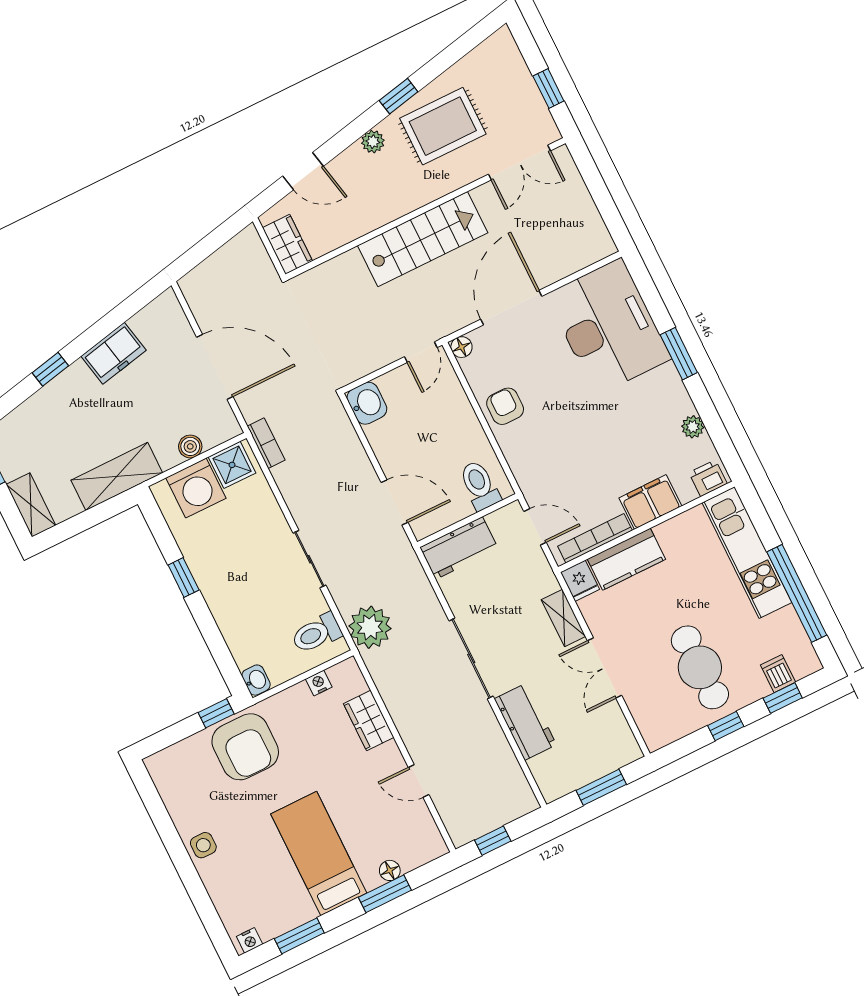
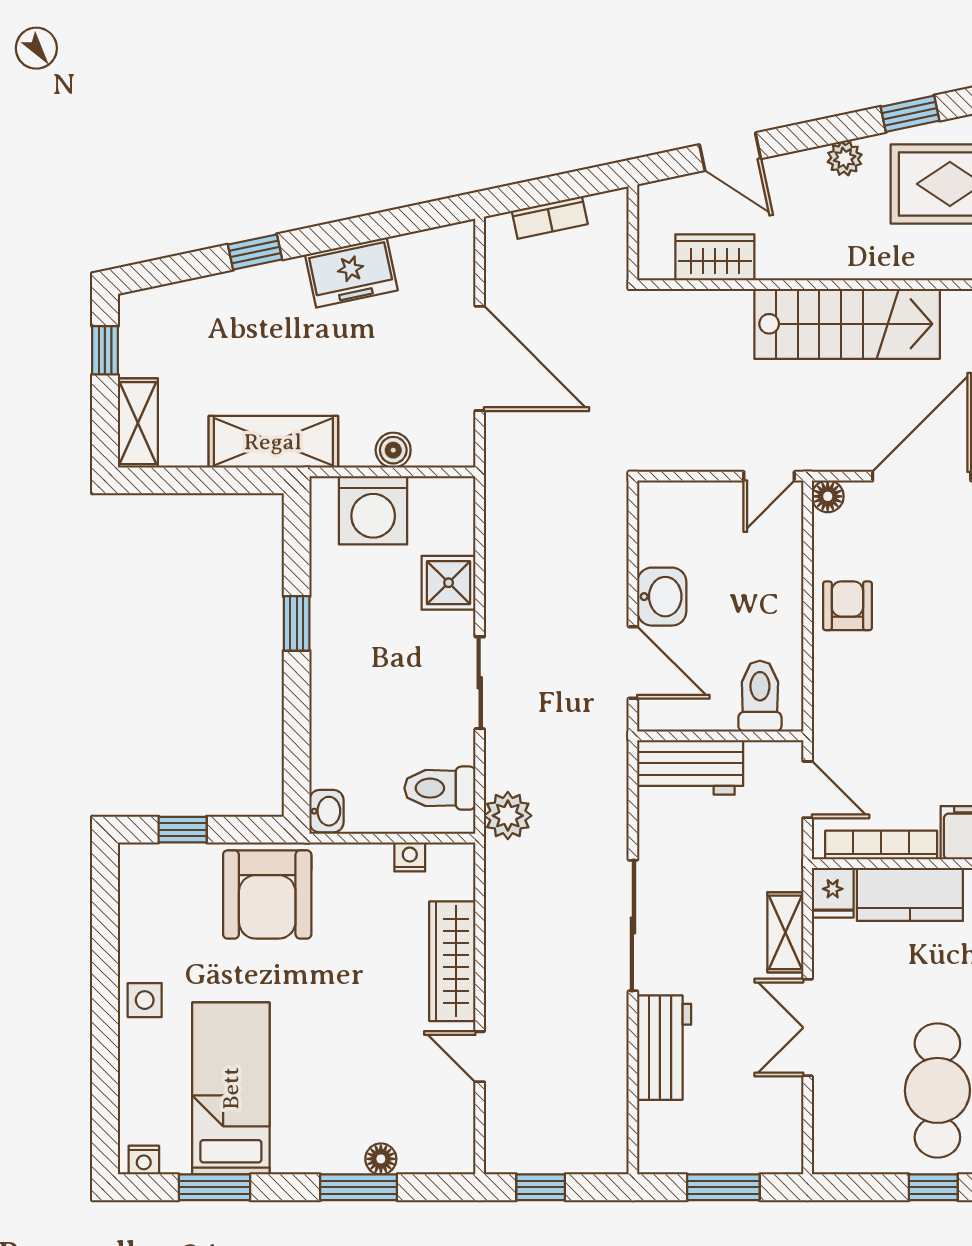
wardrobe: (287, 244) -> (715, 257), moved, turned -90
washbasin: (367, 403) -> (662, 597), moved
bookcase: (266, 443) -> (550, 217), moved, turned 78
shower: (232, 465) -> (449, 583), moved
plant: (370, 627) -> (508, 816), width x0.73, depth x0.73
window: (216, 713) -> (183, 830), moved
wardrobe: (369, 721) -> (452, 961), width x1.50
bed: (319, 854) -> (231, 1088), moved

